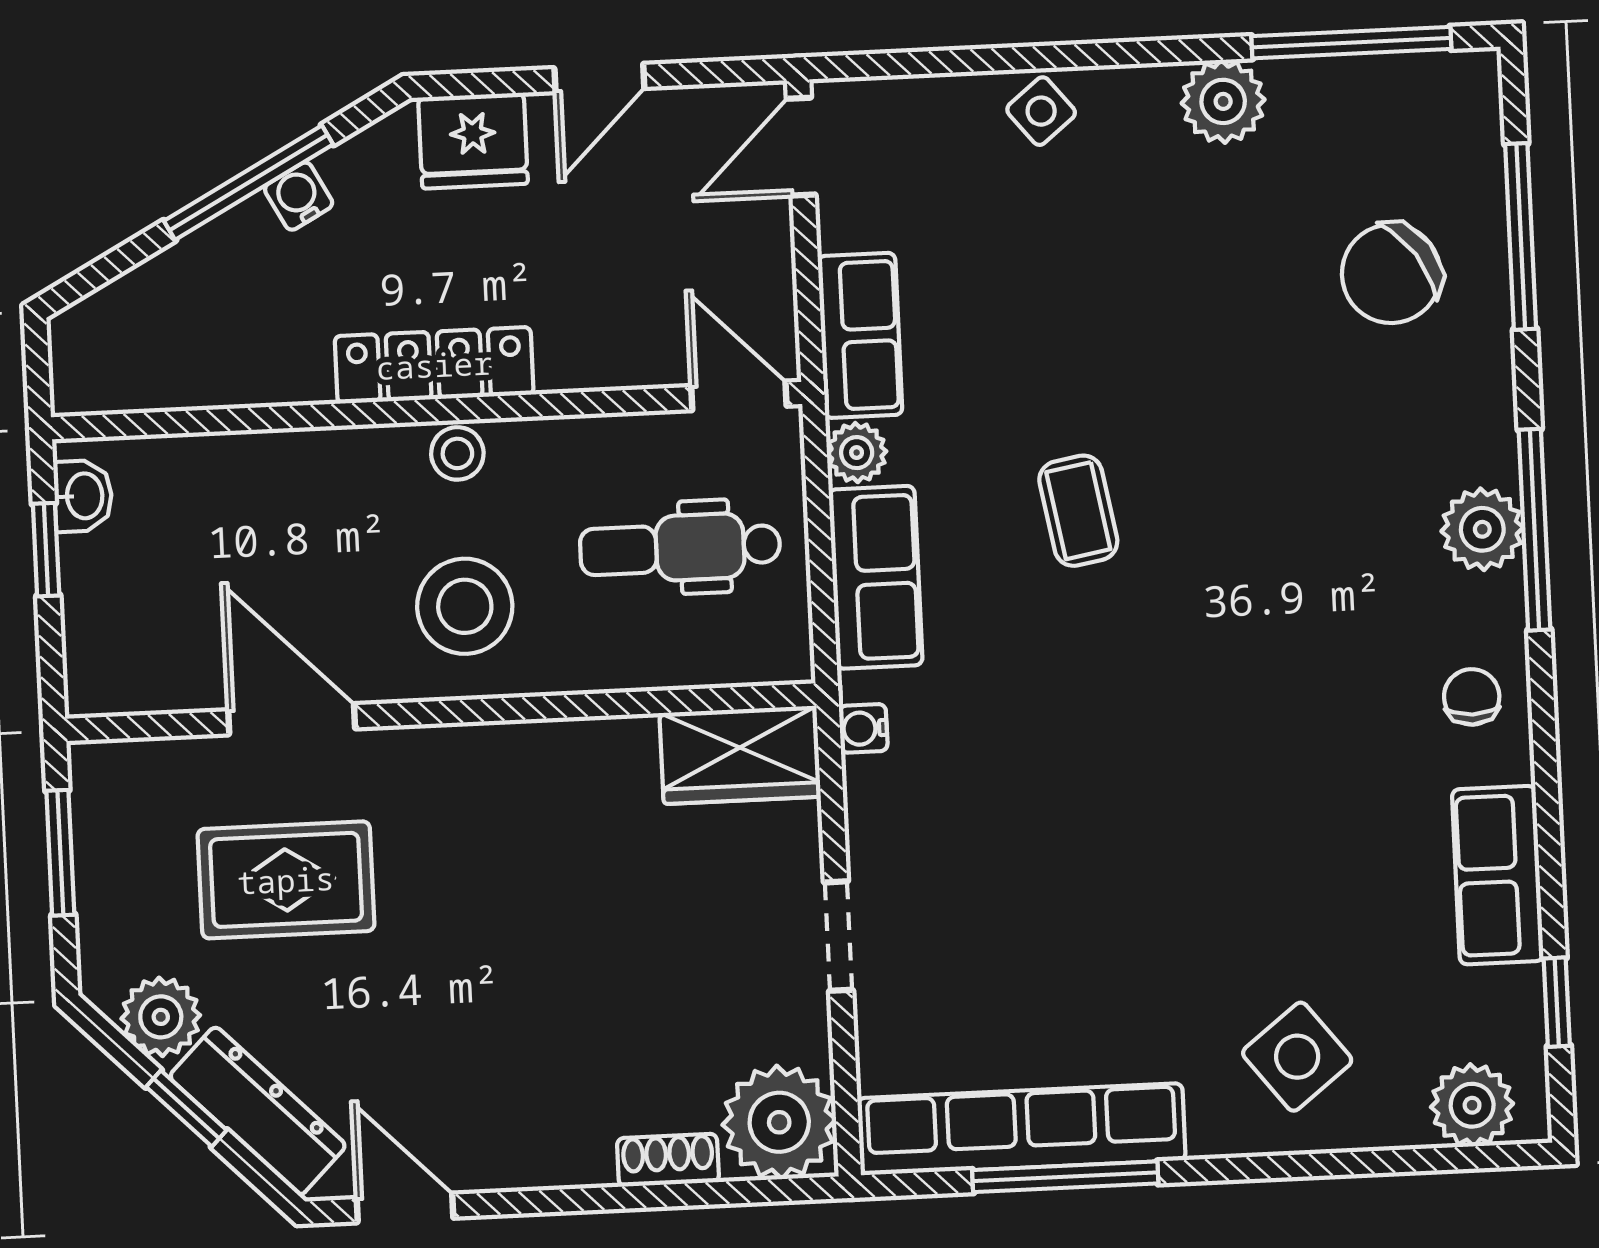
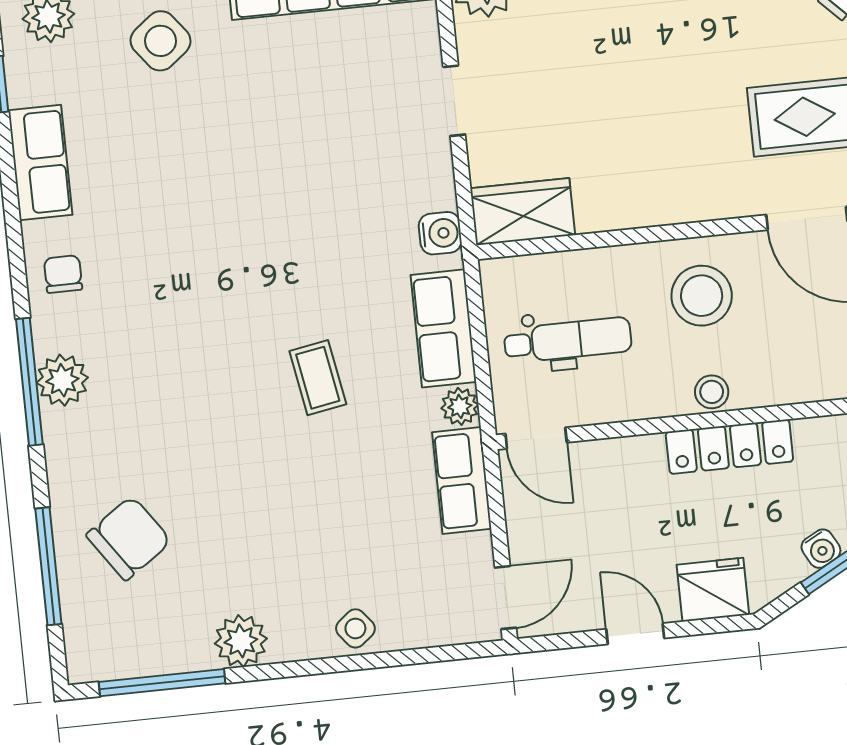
door: (599, 78) -> (635, 634), hinge flipped
chair: (1472, 697) -> (63, 274), turned 180
water cooler: (863, 728) -> (440, 233), width x1.38, depth x1.38

